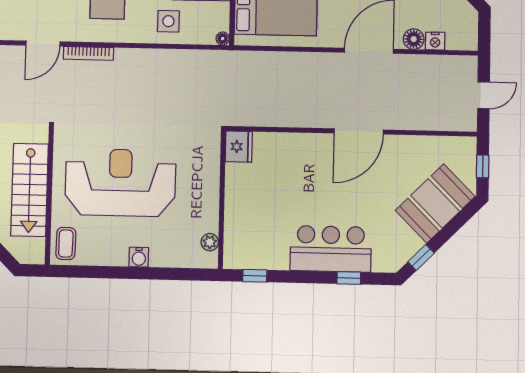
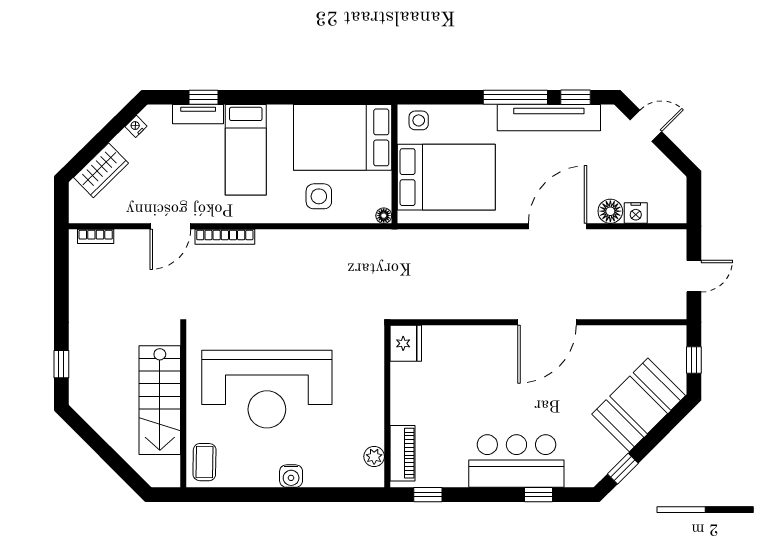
reception desk: (120, 183) -> (267, 389), turned 180
piano: (234, 240) -> (403, 453), added

